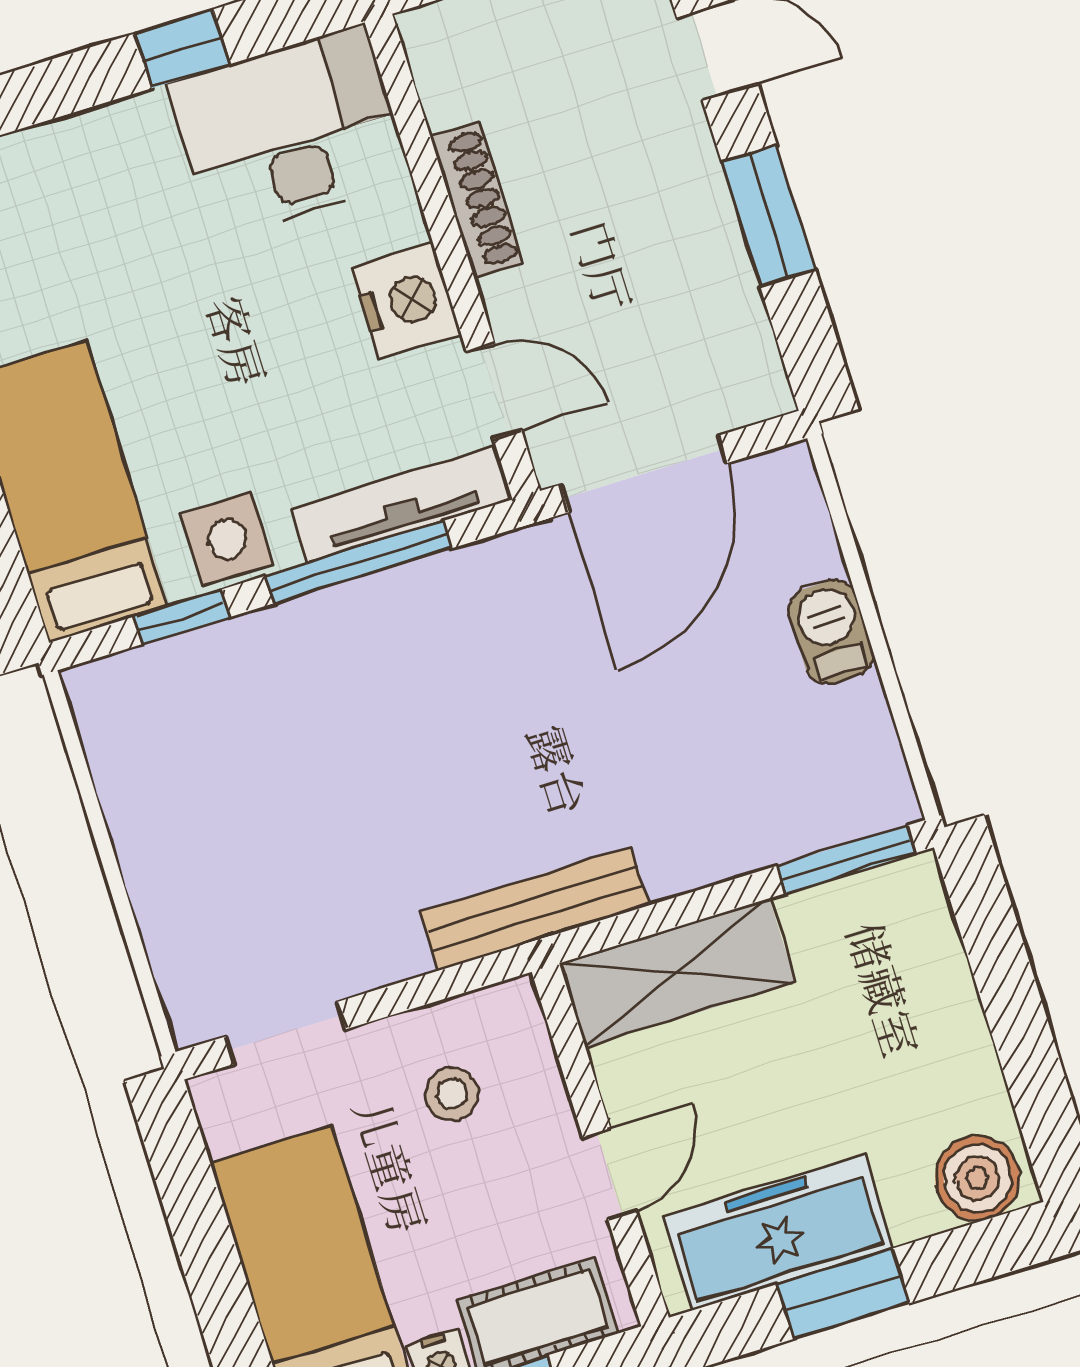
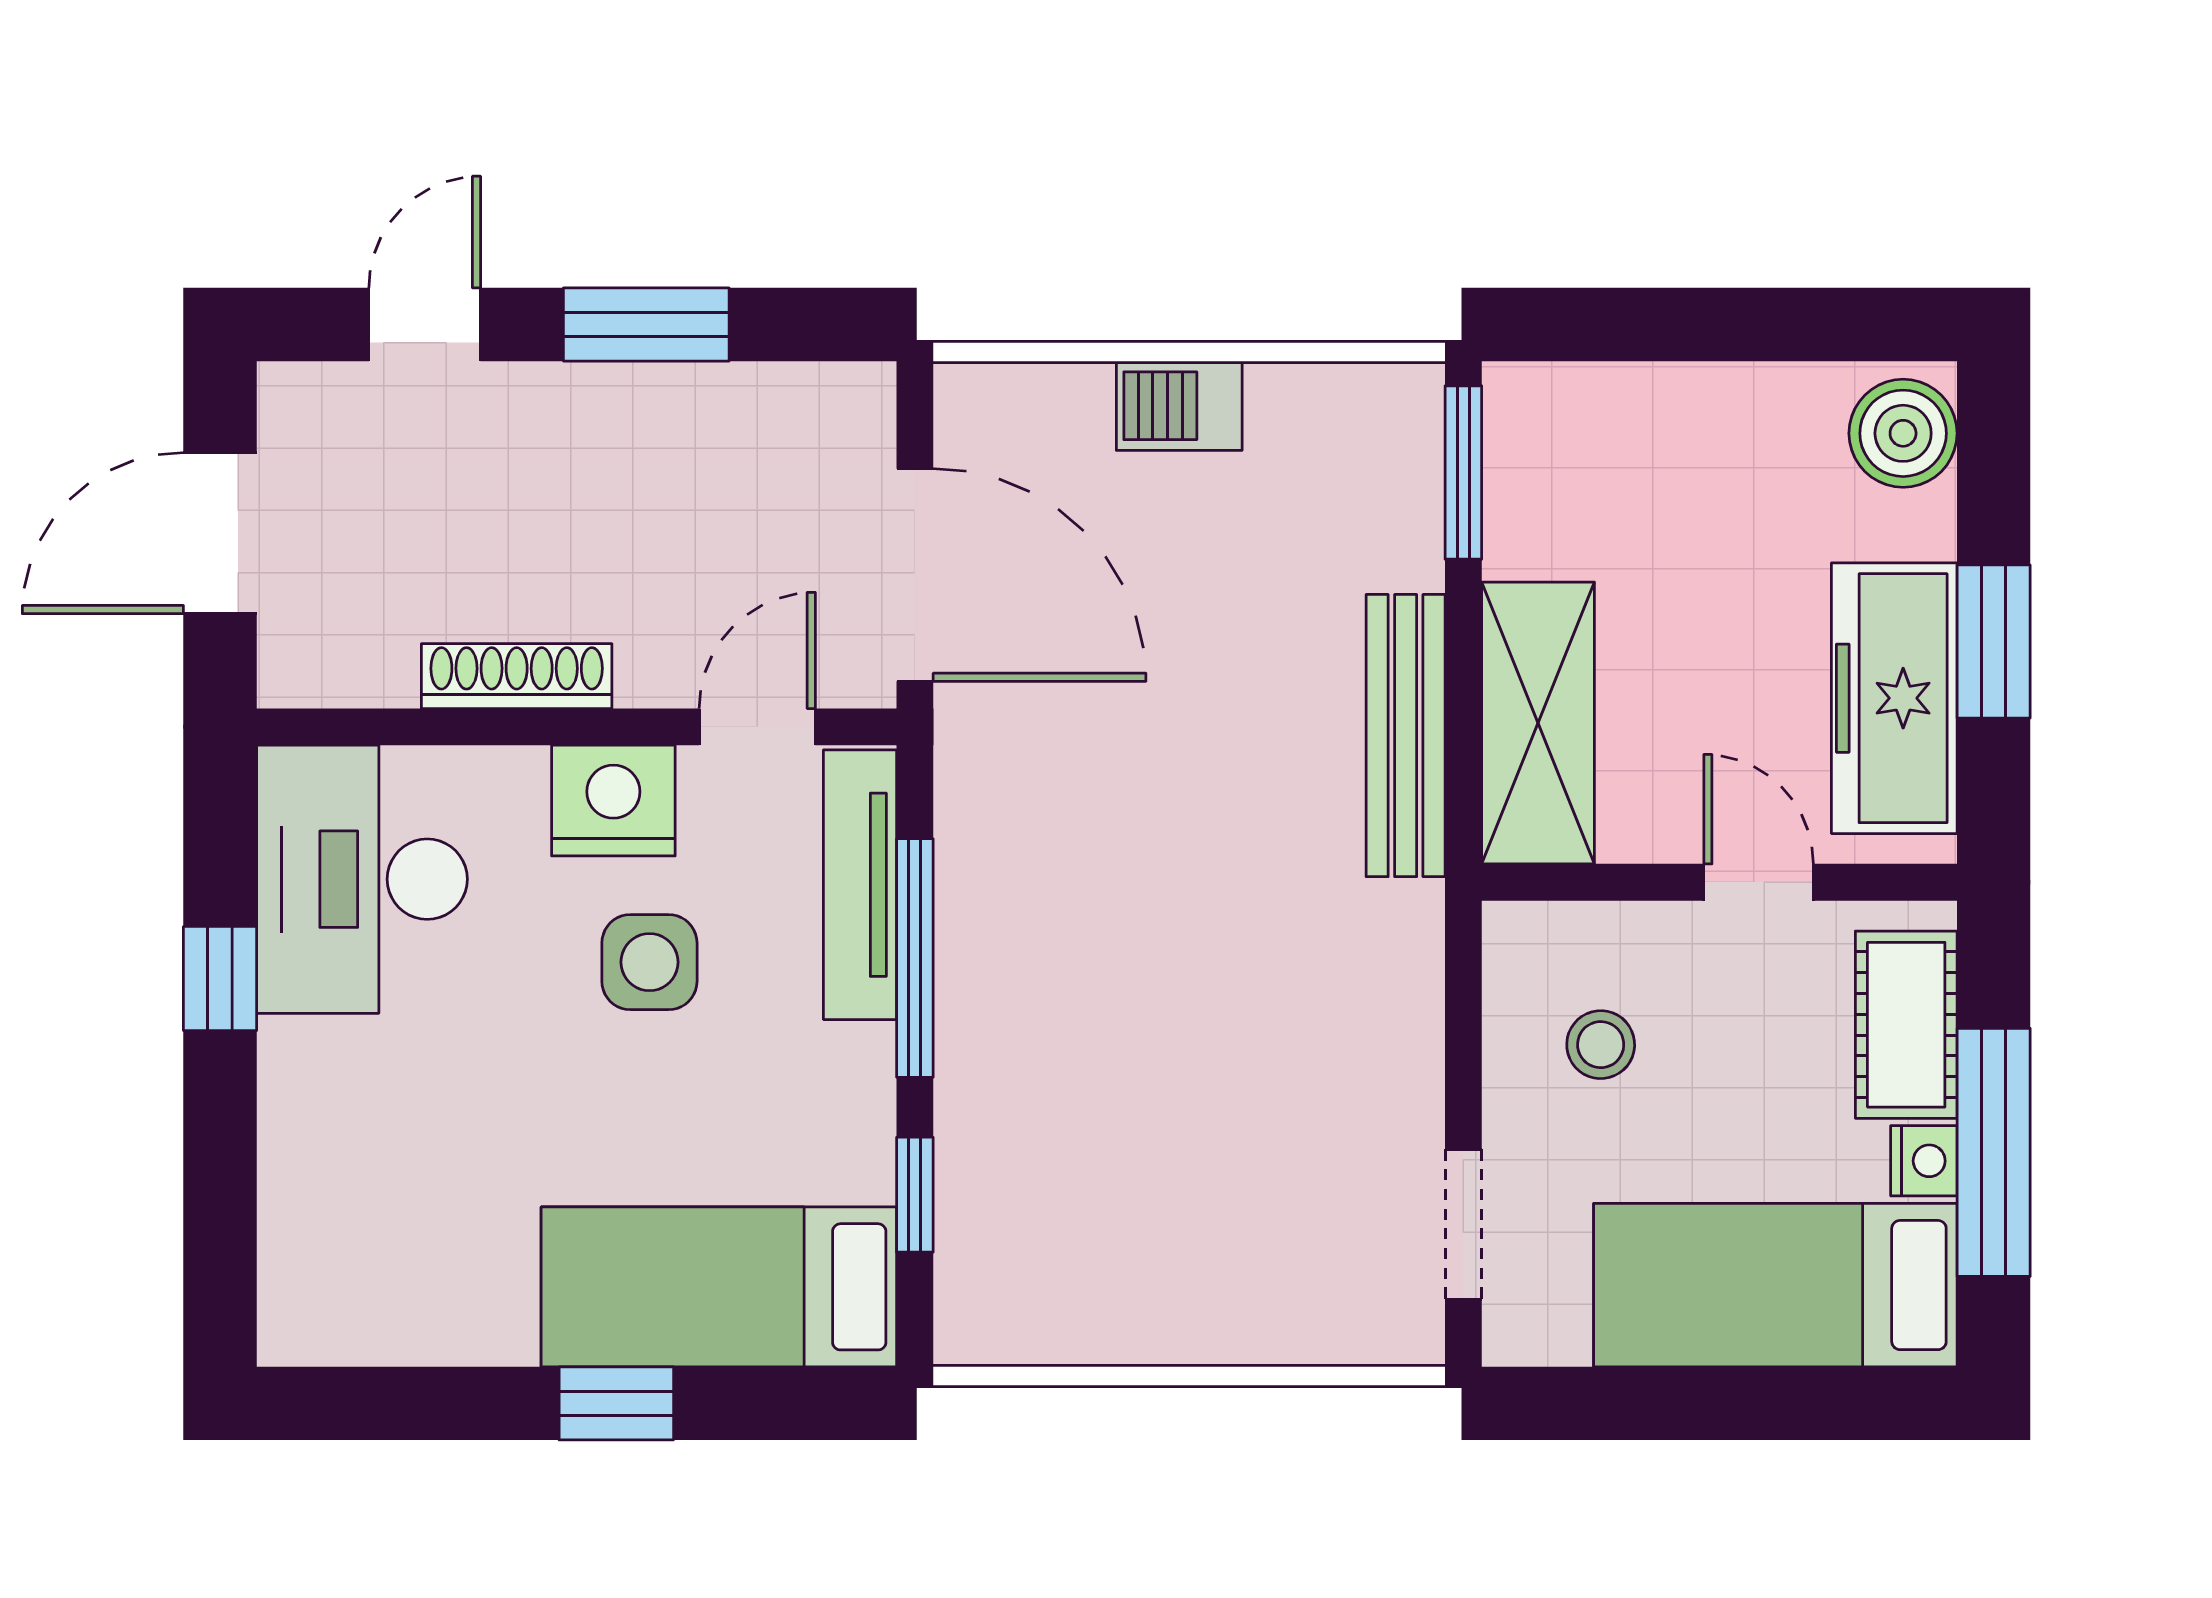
side table: (227, 539) -> (649, 962), moved
bench: (535, 909) -> (1406, 736), moved

